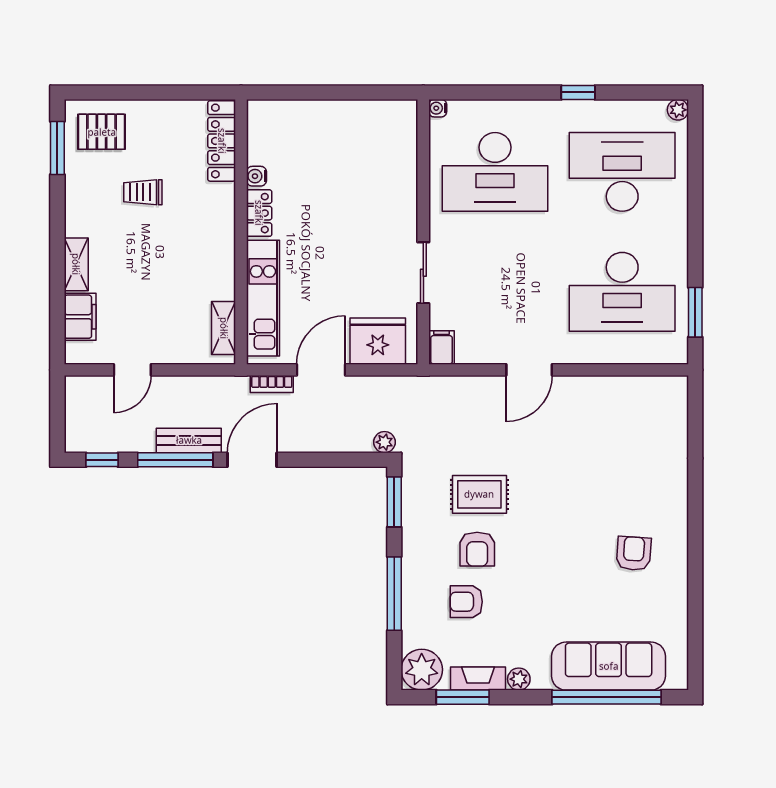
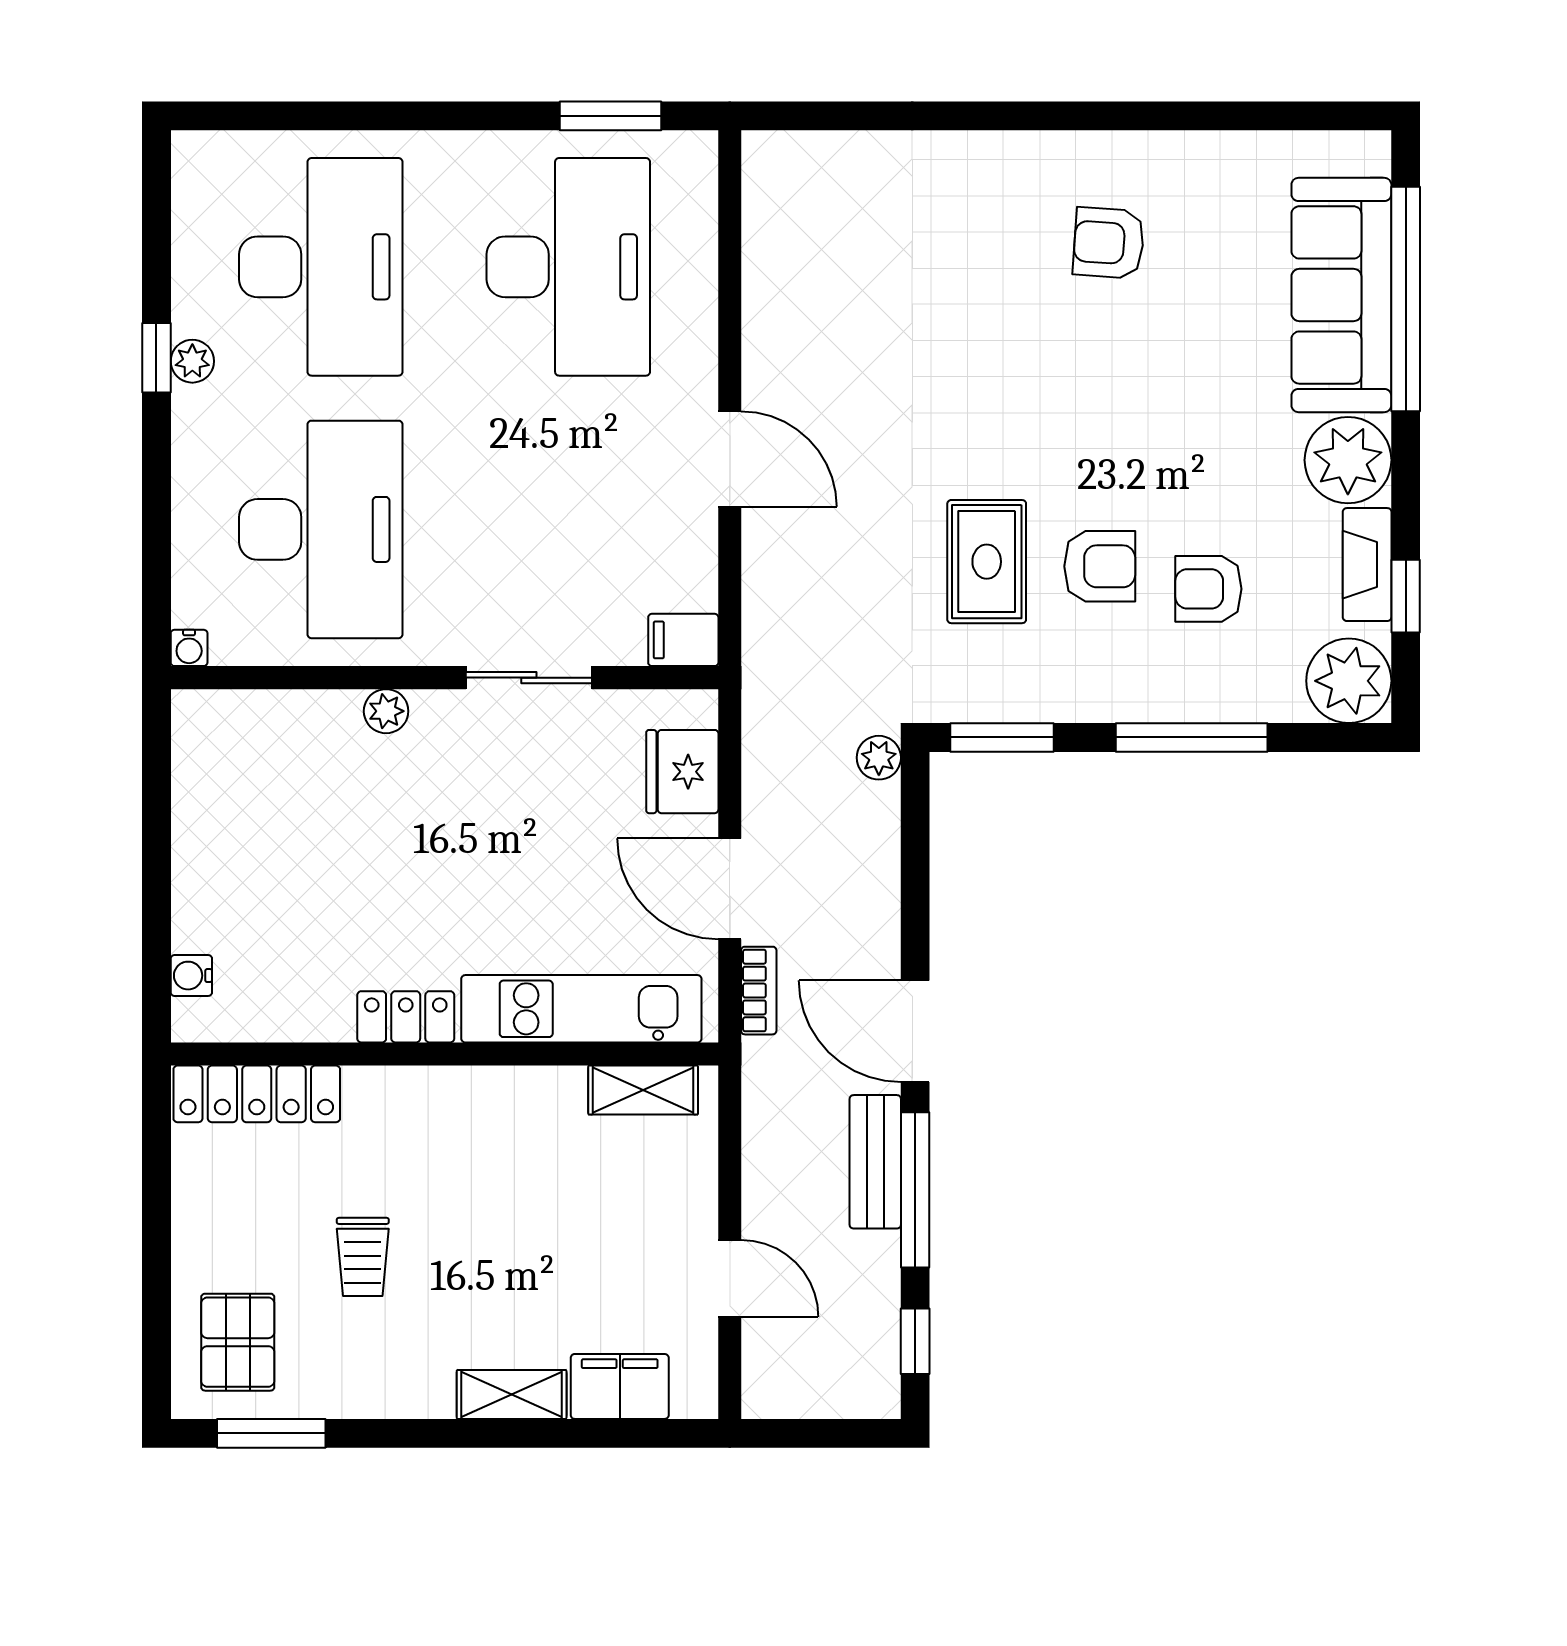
plant: (678, 110) -> (192, 361), moved
desk: (622, 172) -> (321, 267), turned 180
water cooler: (257, 176) -> (191, 976), moved, turned 90
plant: (407, 204) -> (386, 711), added
fridge: (378, 341) -> (682, 772), width x0.73, depth x0.75
armchair: (466, 602) -> (1208, 589), turned 90
plant: (519, 679) -> (1348, 460), width x1.88, depth x1.88
window: (463, 697) -> (1406, 596), width x0.67

